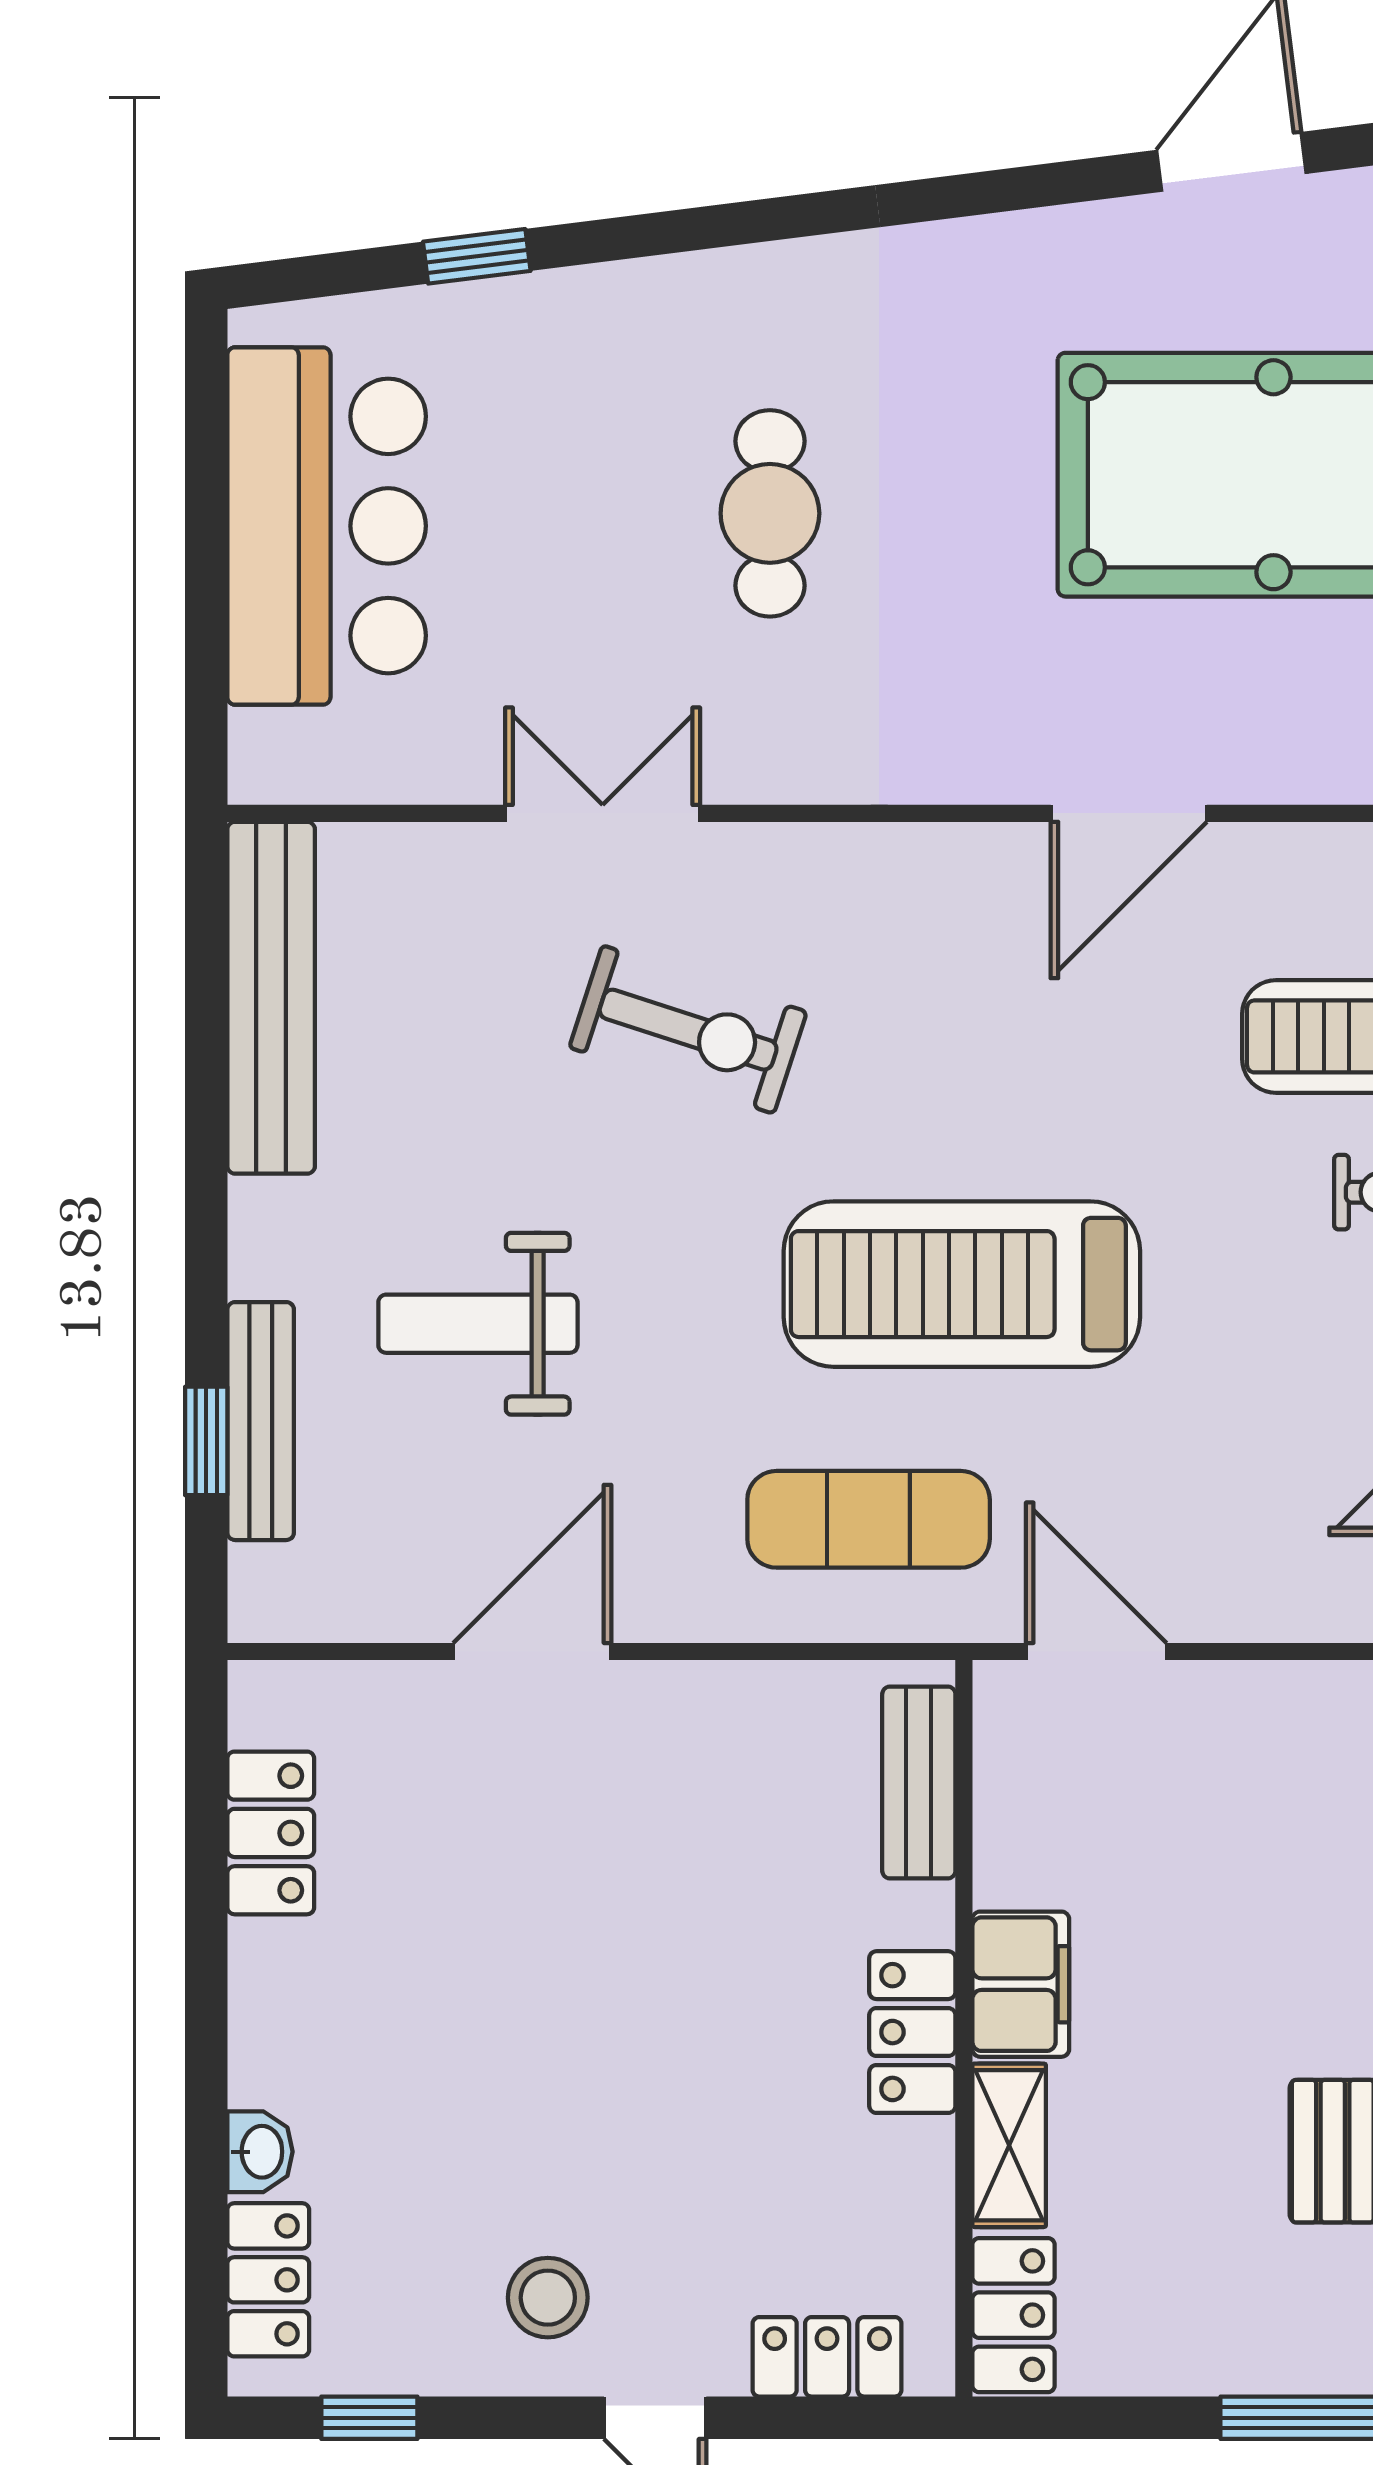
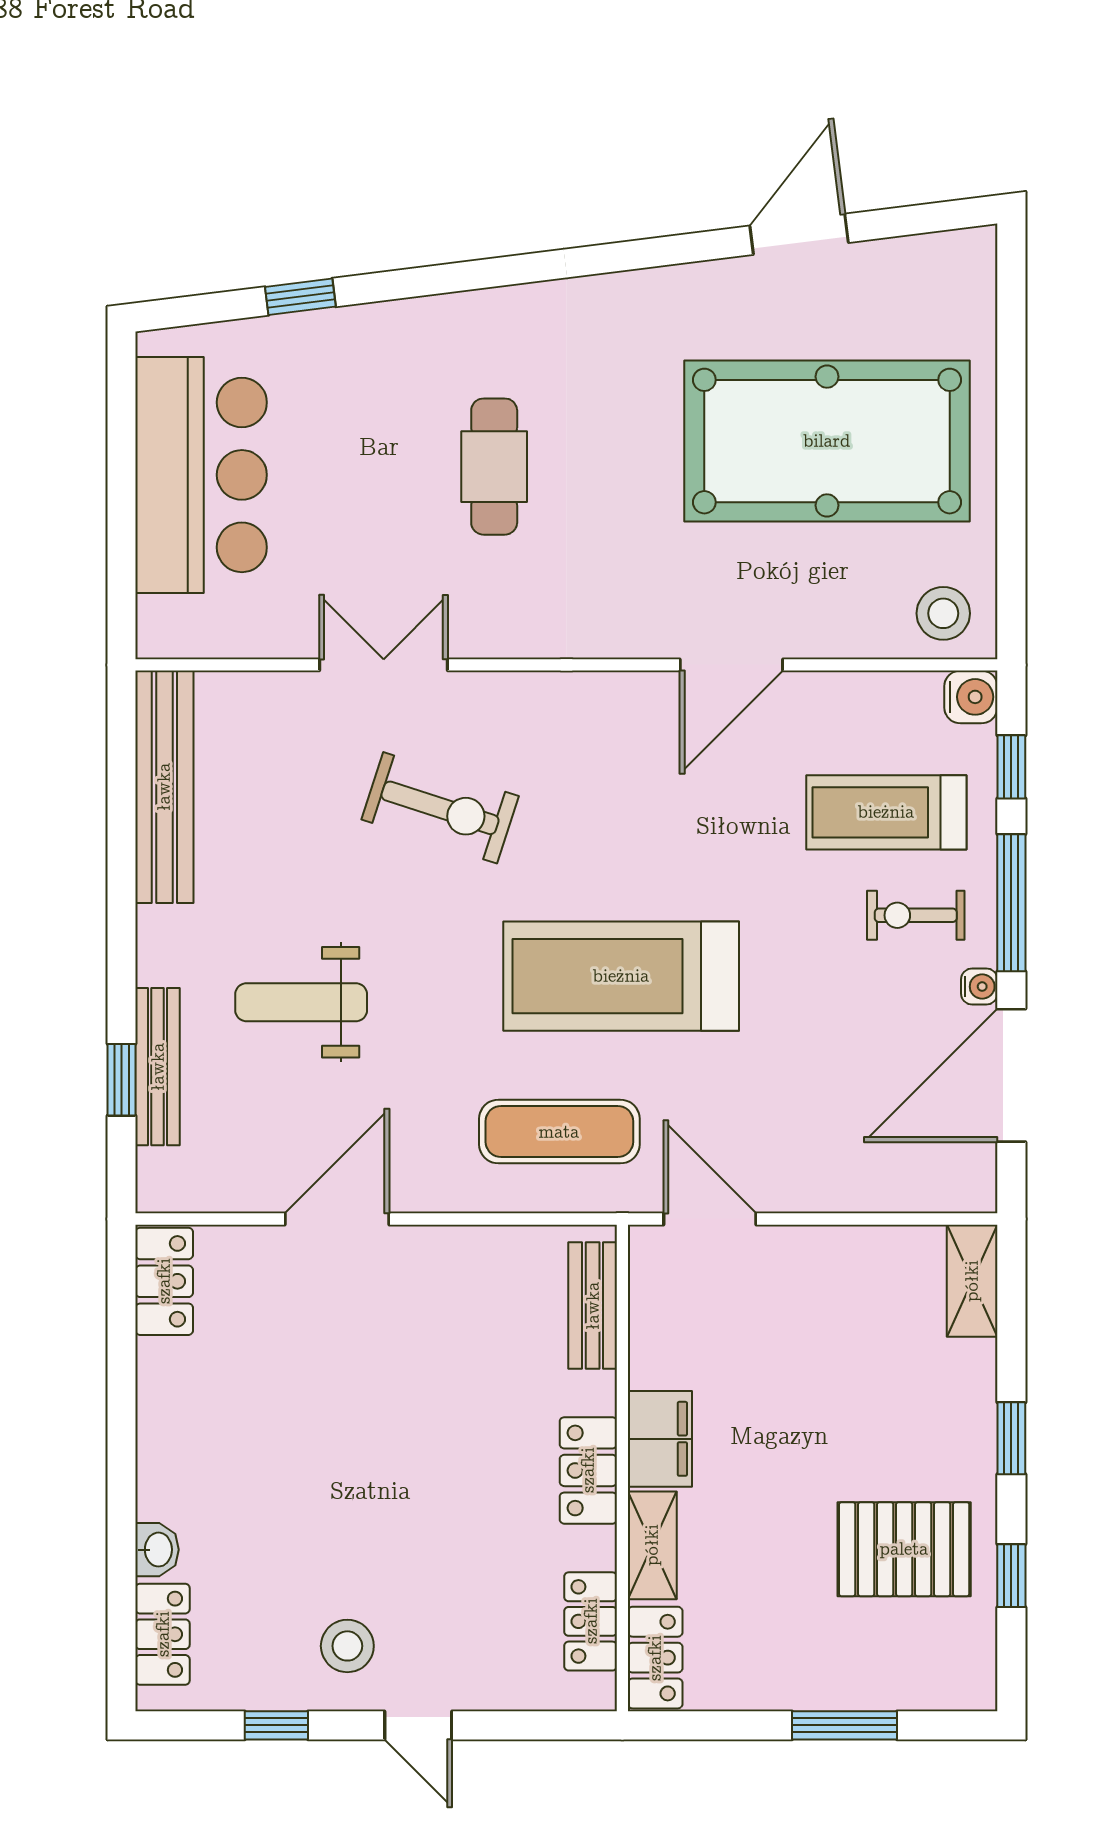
locker: (271, 1833) -> (164, 1281), moved
locker: (827, 2357) -> (591, 1621), moved, turned -90
window: (369, 2418) -> (276, 1725), moved

